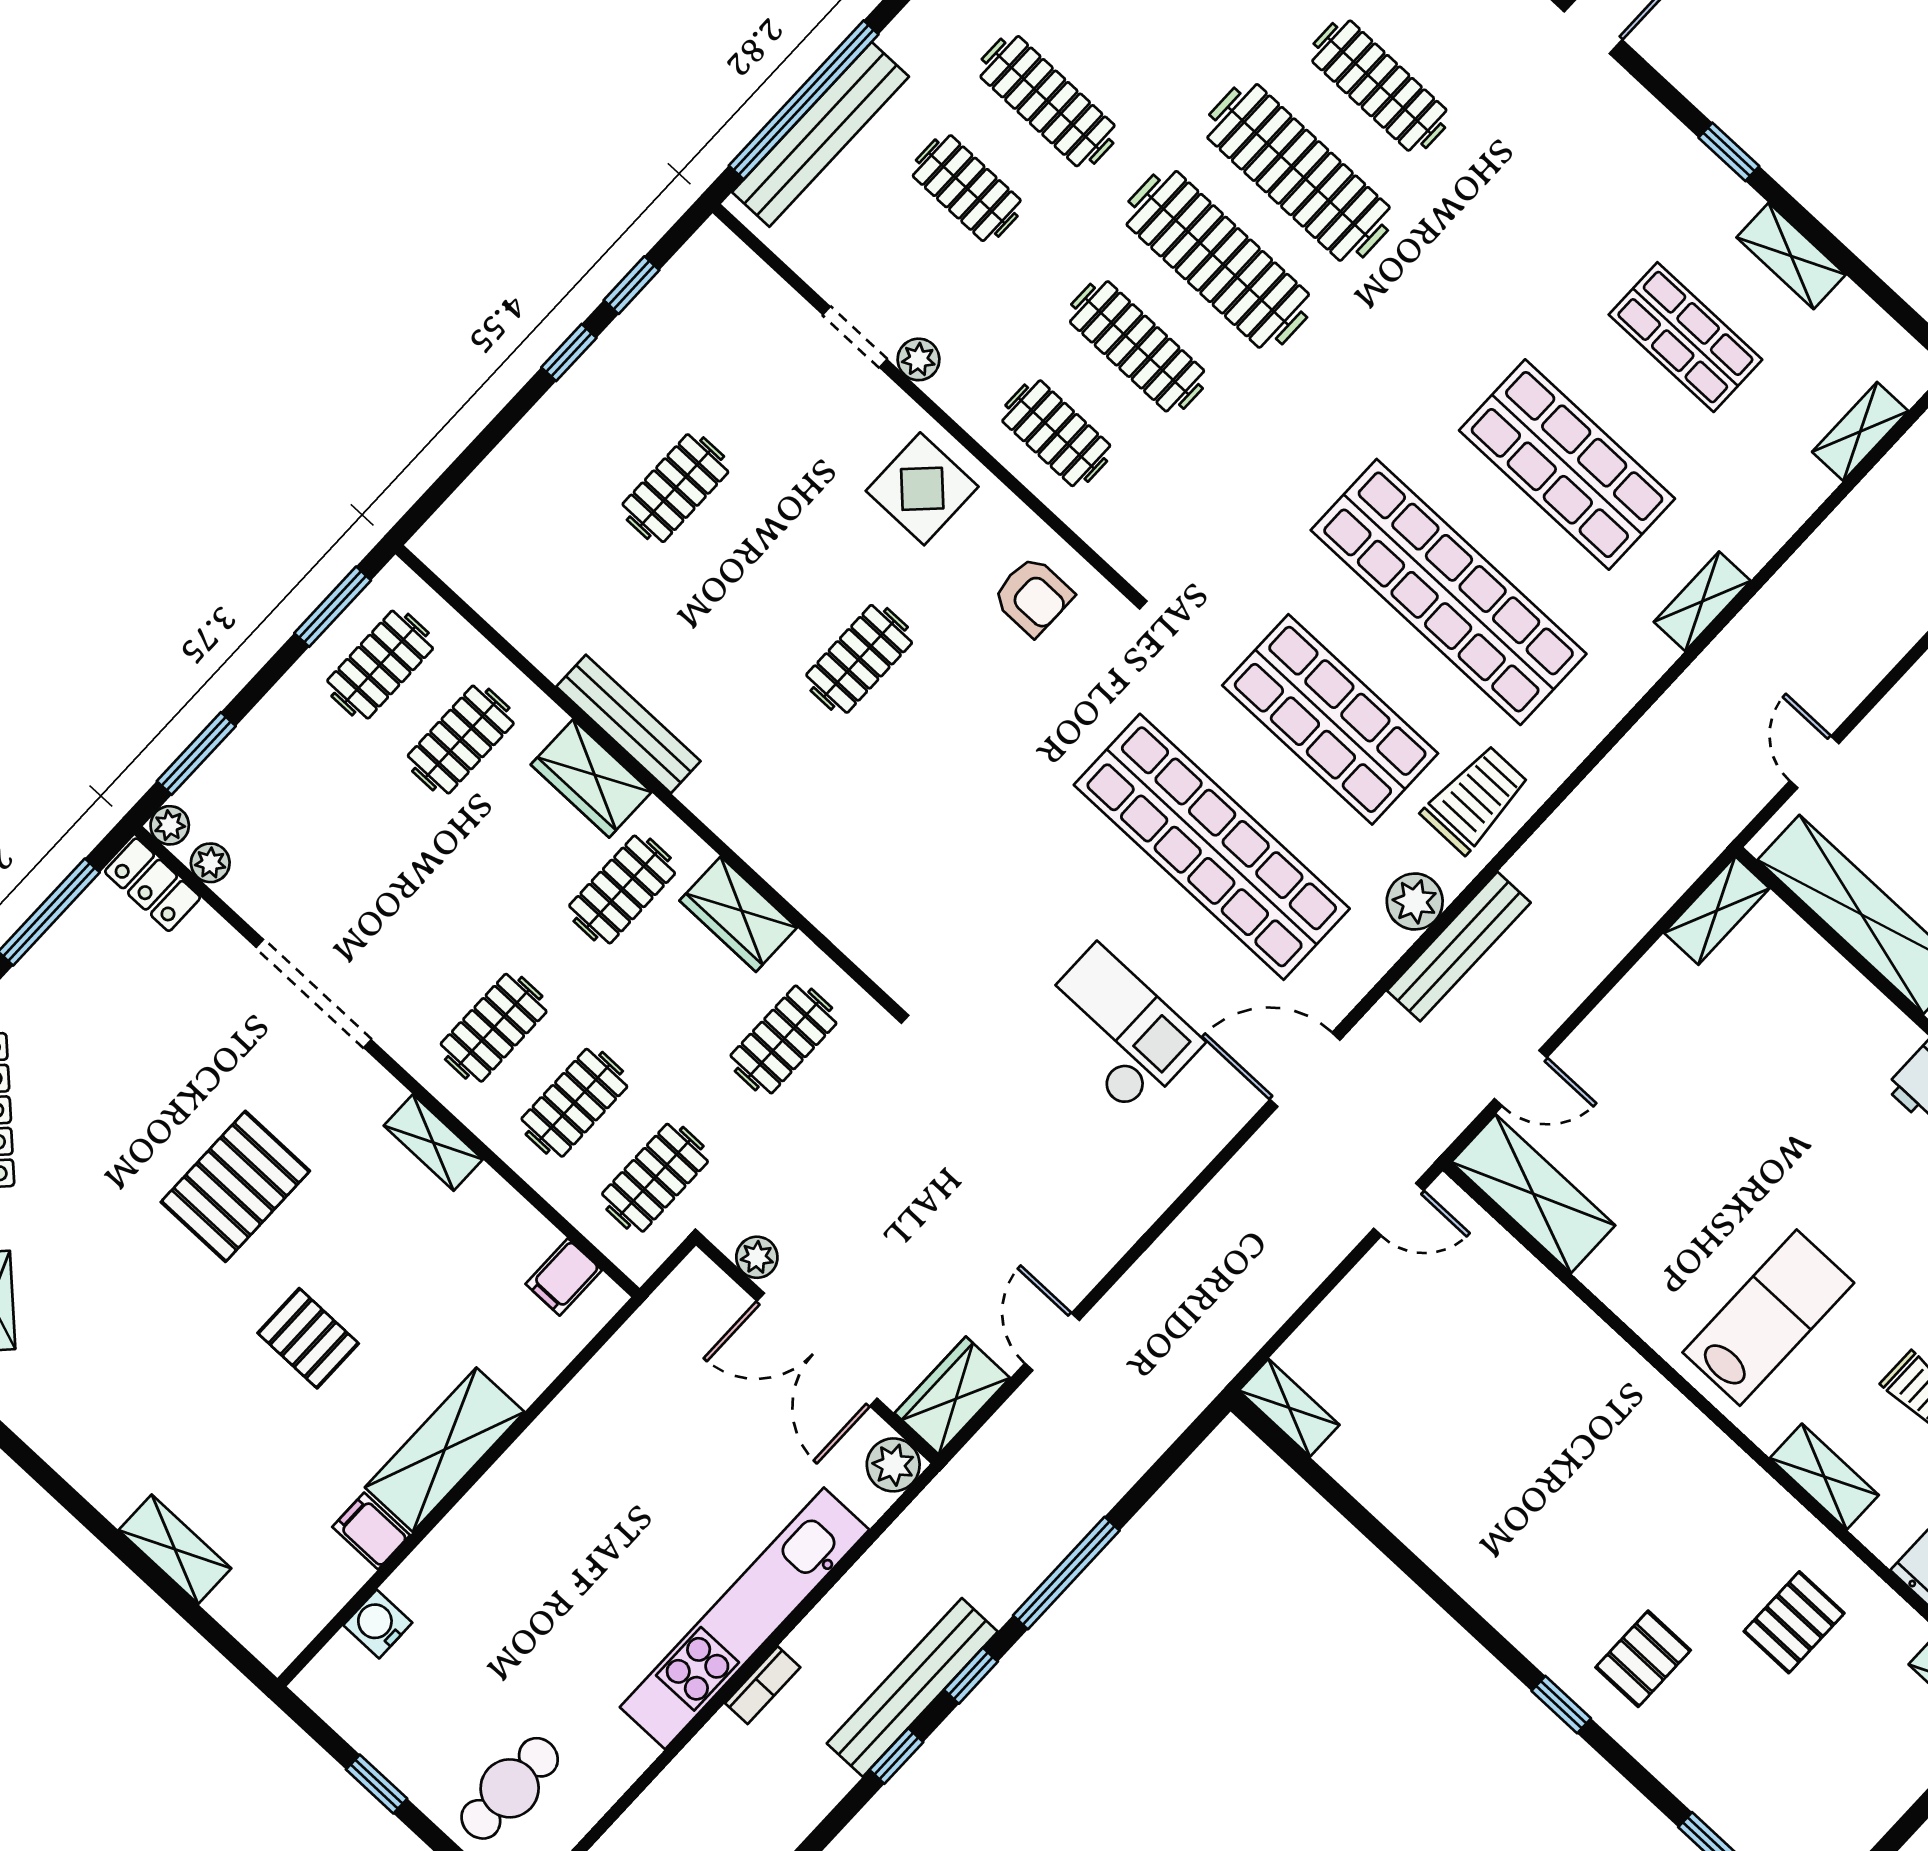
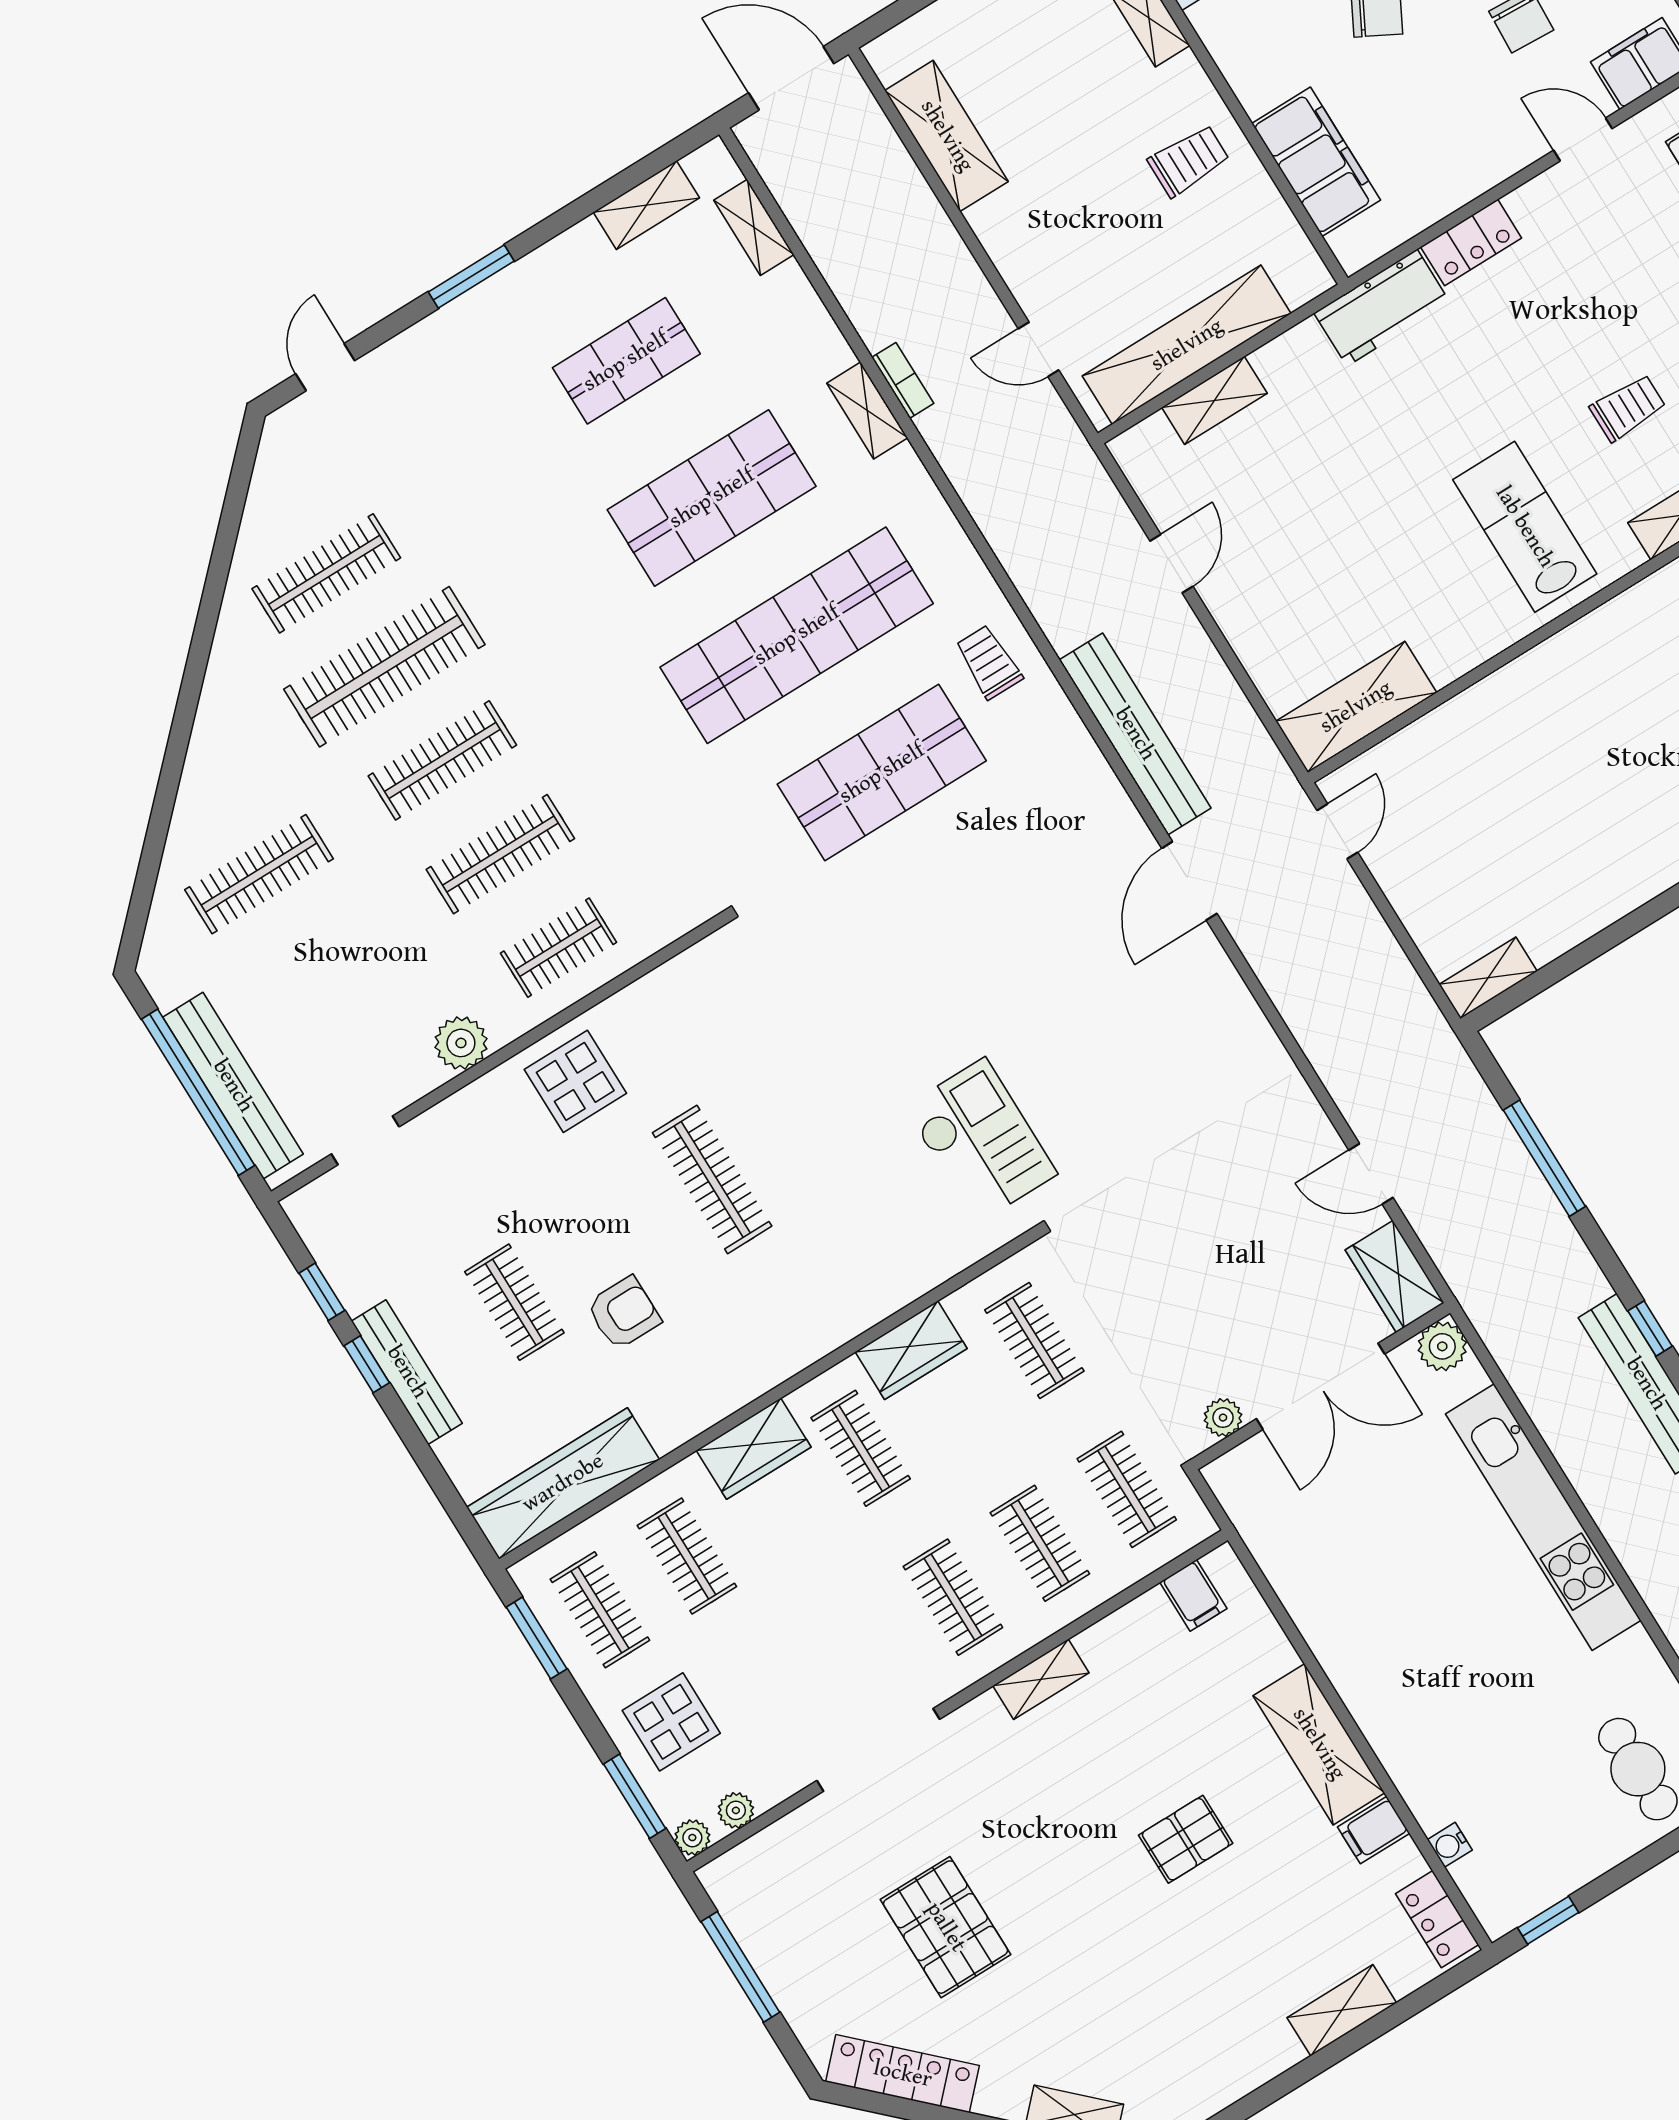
window: (1729, 152) -> (471, 276), width x1.50
clothes rail: (967, 188) -> (317, 968), removed
shelving: (1791, 256) -> (646, 205), moved
clothes rail: (1218, 259) -> (442, 760), width x0.73, depth x0.76
doorway: (855, 337) -> (365, 1140), moved
plant: (919, 359) -> (461, 1043), width x1.38, depth x1.38
wardrobe: (501, 590) -> (563, 1483), added
armchair: (1033, 596) -> (624, 1313), moved
clothes rail: (859, 659) -> (712, 1179), width x1.36
bench: (628, 724) -> (407, 1372), moved, turned 90
display table: (284, 771) -> (671, 1722), added
trolley: (1475, 799) -> (989, 662), width x0.73, depth x0.72
shop shelf: (1212, 847) -> (967, 910), removed
locker: (153, 885) -> (1437, 1919), moved, turned 90
plant: (1415, 902) -> (1066, 741), removed
shelving: (1717, 911) -> (1214, 400), moved, turned 90
bench: (1459, 947) -> (1135, 734), width x1.37, depth x1.21
checkout: (1116, 1030) -> (981, 1141), moved, turned 90
door: (1521, 1078) -> (1171, 564), moved
pallet: (235, 1186) -> (946, 1927), moved
window: (1066, 1573) -> (1544, 1158), moved
water cooler: (378, 1624) -> (1450, 1845), width x0.72, depth x0.72
bookcase: (763, 1685) -> (903, 380), moved
window: (377, 1784) -> (1548, 1920), moved

